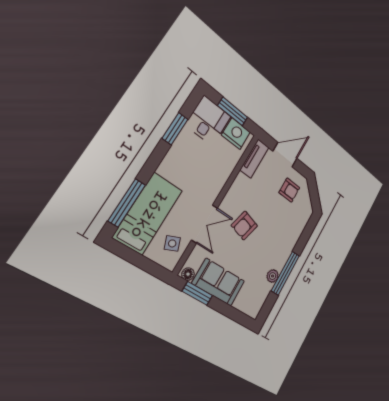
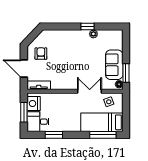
armchair: (244, 226) -> (77, 69), removed
window: (285, 273) -> (87, 27), width x0.46

